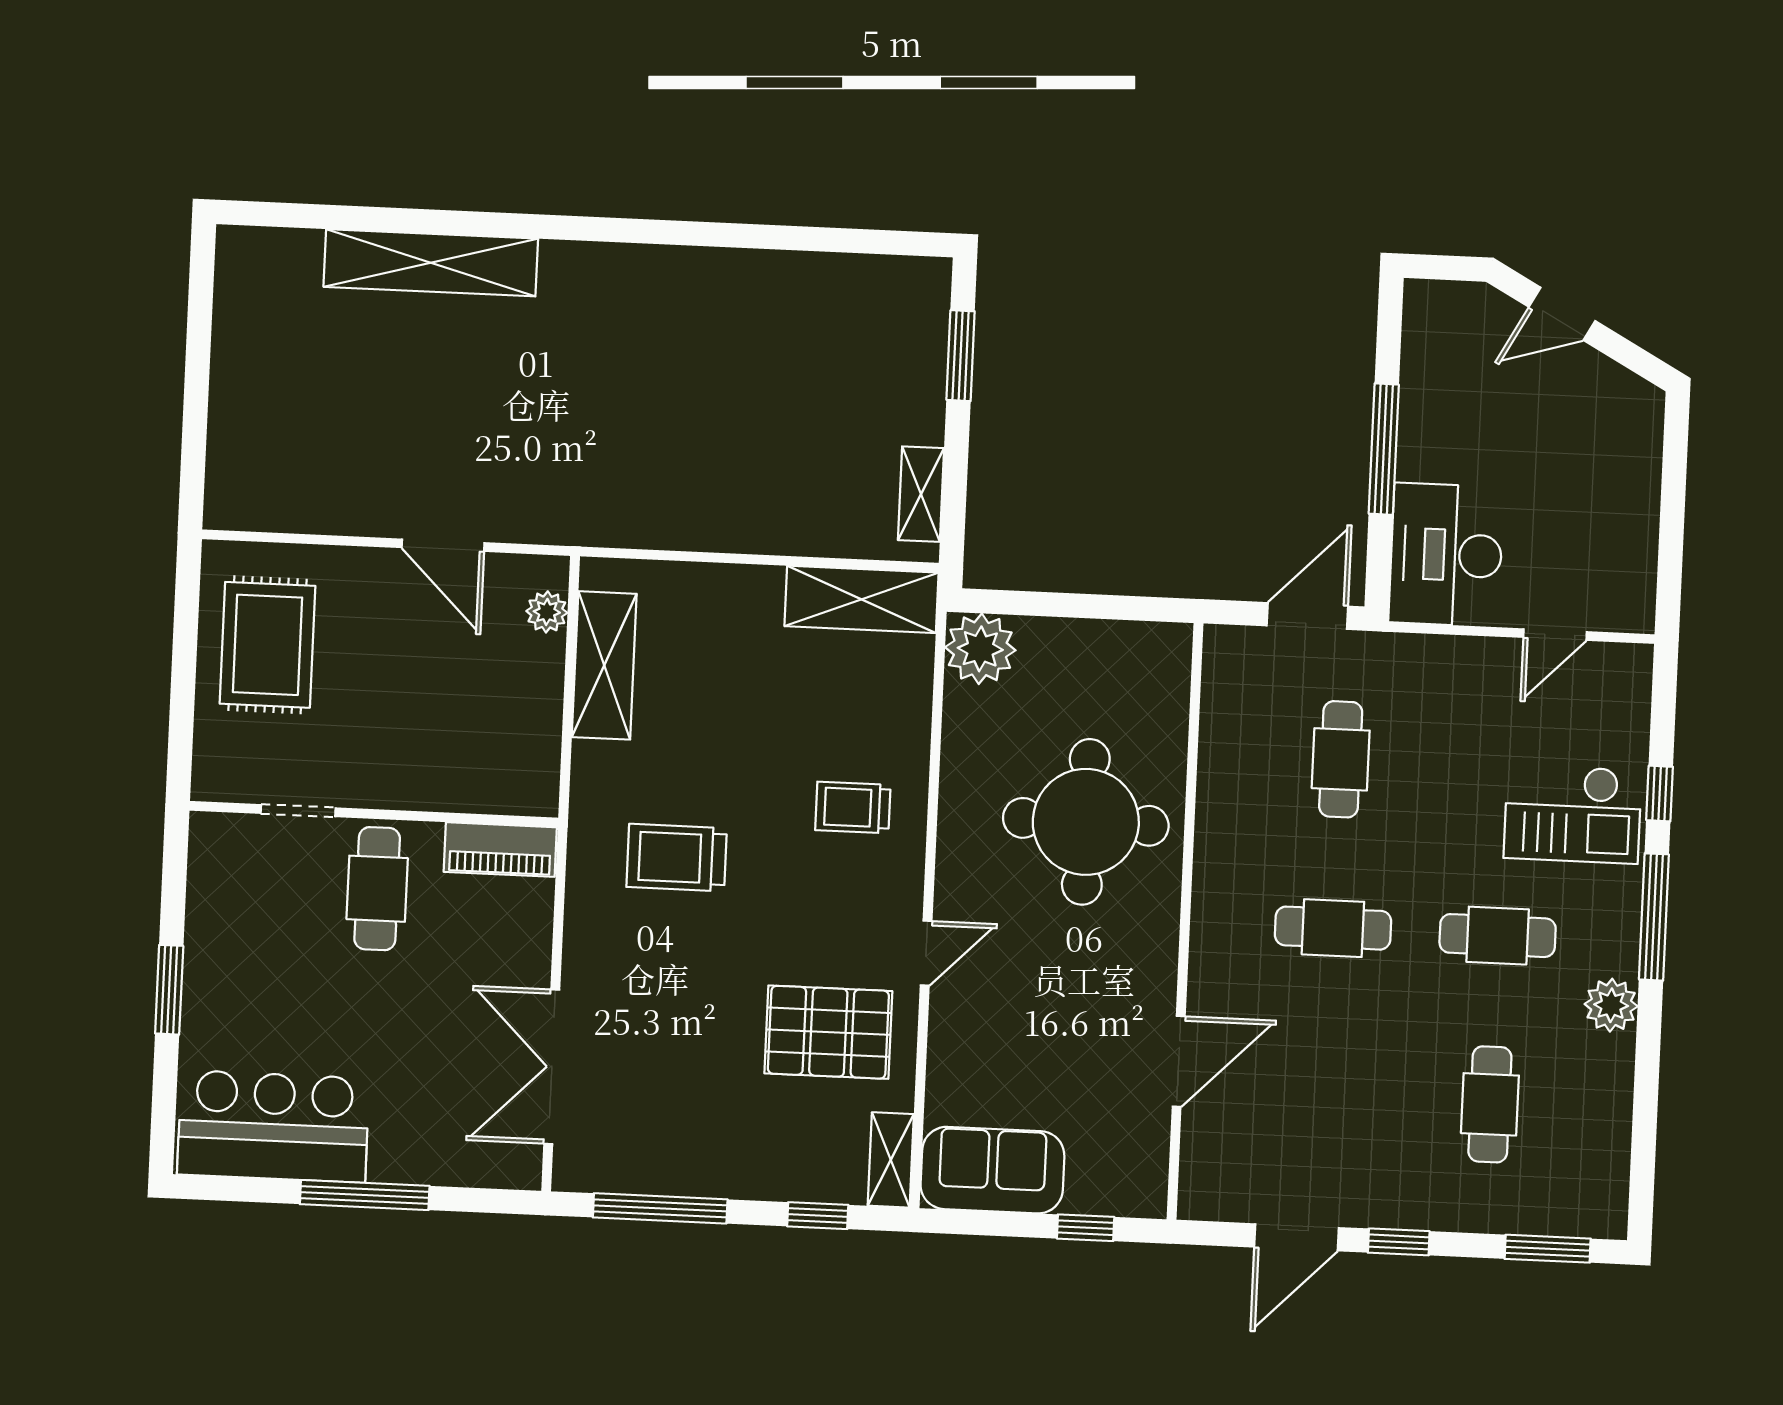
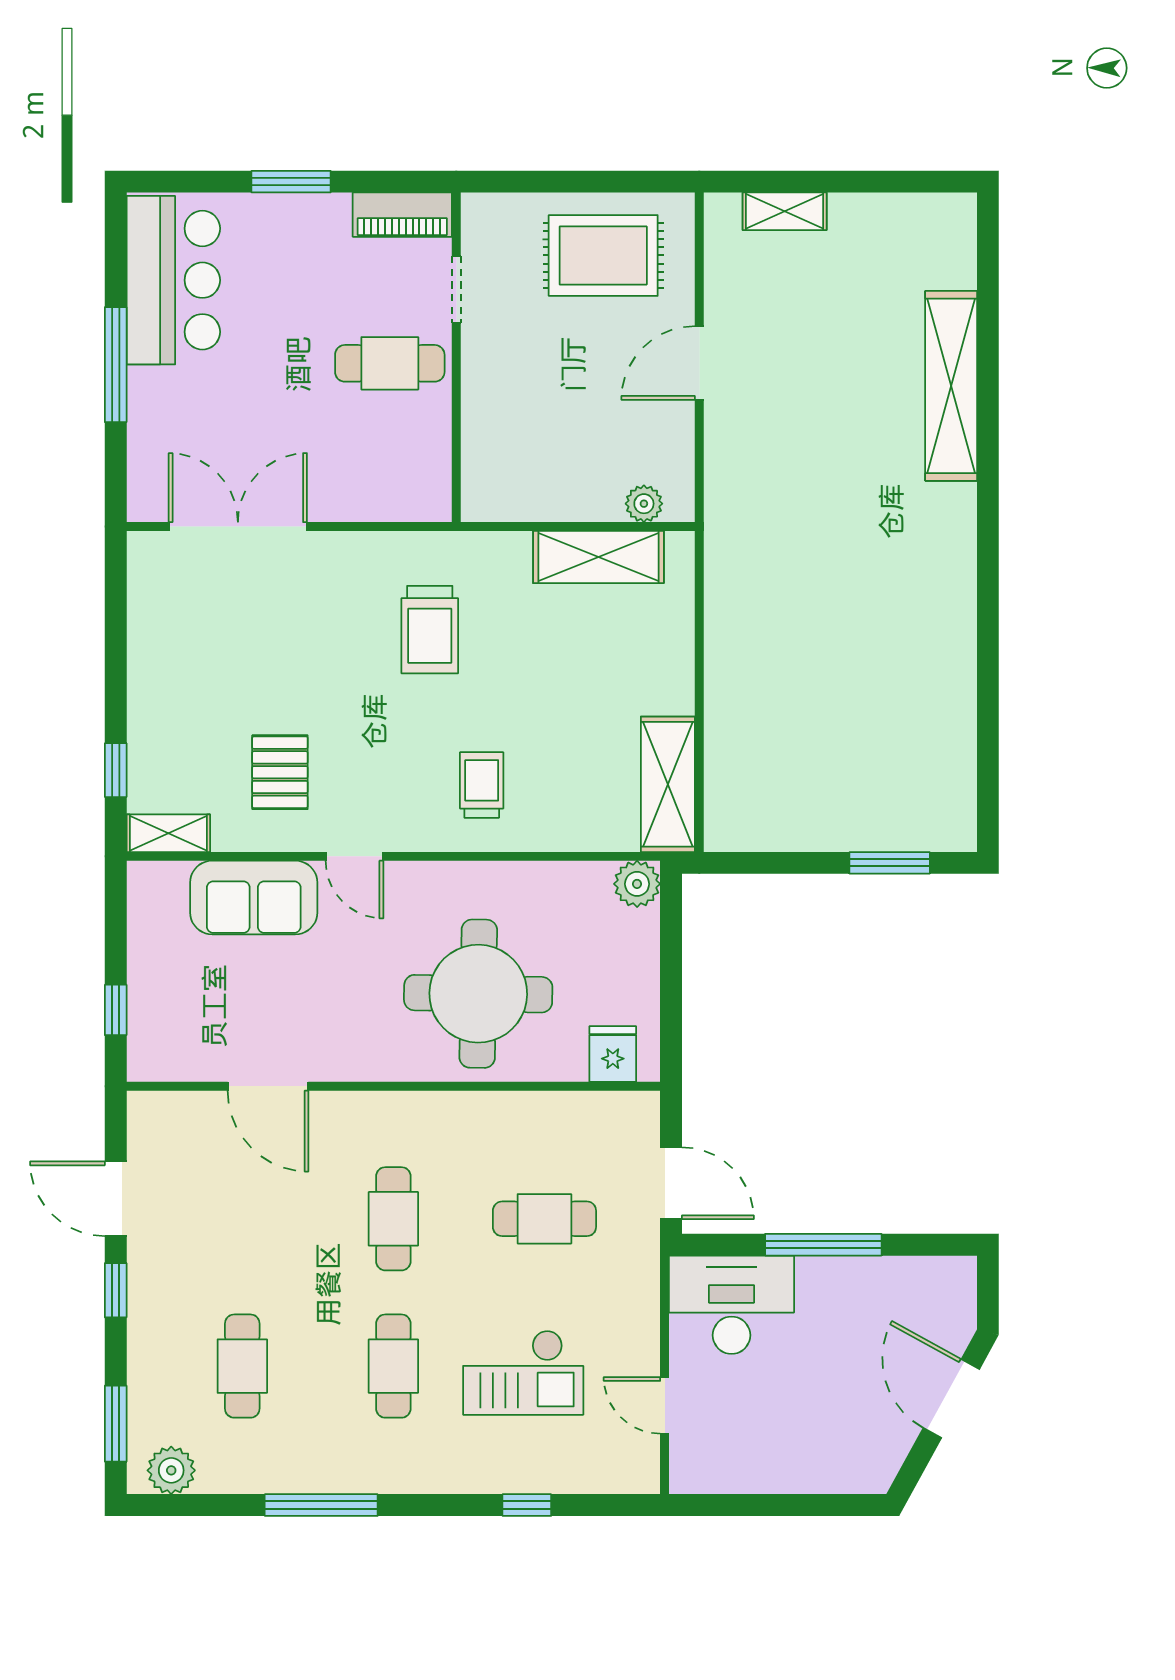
door: (1562, 314) -> (951, 1398), width x1.37
shelving: (921, 494) -> (785, 211), moved
door: (443, 545) -> (699, 363), moved
plant: (980, 649) -> (637, 884), width x0.73, depth x0.73
fridge: (1160, 675) -> (613, 1054), added
checkout: (1573, 814) -> (523, 1373), moved, turned -90
piano: (500, 850) -> (402, 215), moved, turned -90
trolley: (677, 858) -> (430, 630), turned 180
window: (1654, 917) -> (321, 1505), moved
plant: (1611, 1005) -> (171, 1470), moved
pallet: (828, 1032) -> (280, 772), width x0.67, depth x0.71
cafe table: (1490, 1104) -> (242, 1366), turned 90
sofa: (992, 1170) -> (254, 898), moved, turned 90
window: (660, 1208) -> (116, 629), removed

